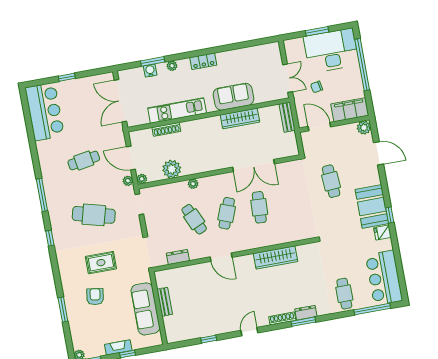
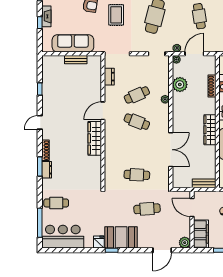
wardrobe: (240, 118) -> (210, 130), moved
door: (319, 127) -> (192, 208), swing flipped
double door: (253, 165) -> (171, 150), swing flipped
cafe table: (259, 207) -> (137, 175), moved
wardrobe: (275, 257) -> (95, 138), moved
door: (249, 332) -> (40, 122), swing flipped

